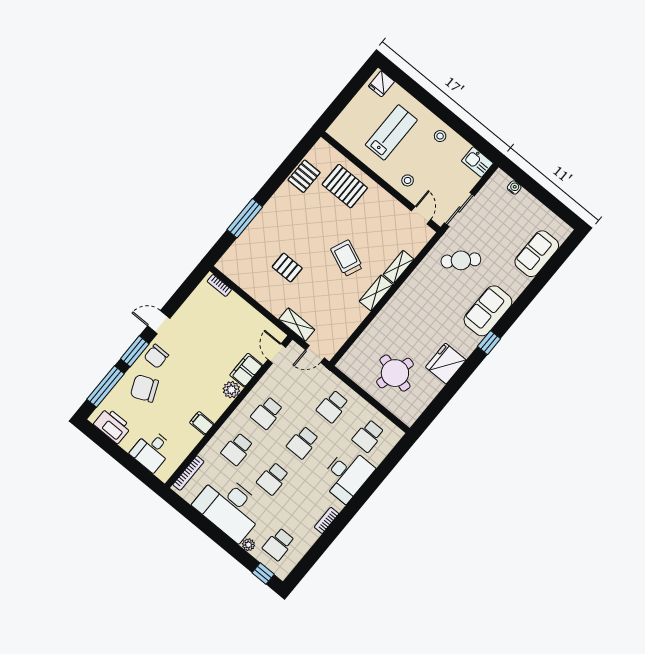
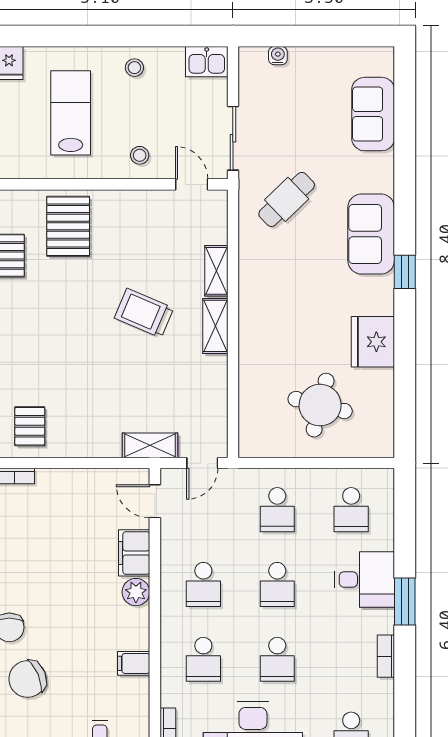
pallet: (345, 186) -> (68, 226), turned 90
pallet: (287, 268) -> (30, 426), moved, turned 90
desk: (347, 475) -> (364, 579), width x0.73
window: (357, 502) -> (405, 601), added

